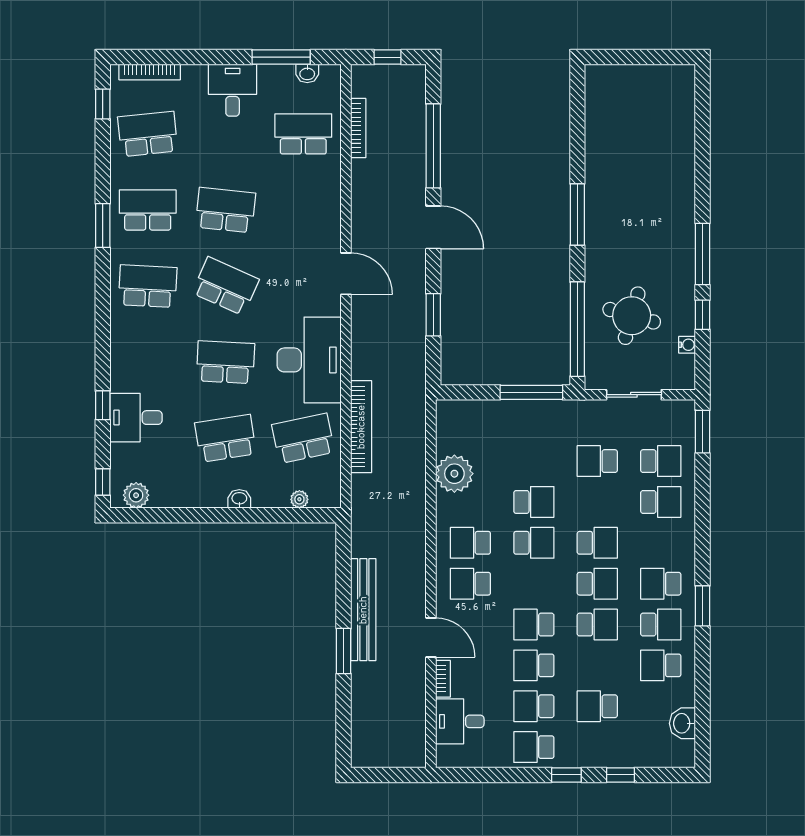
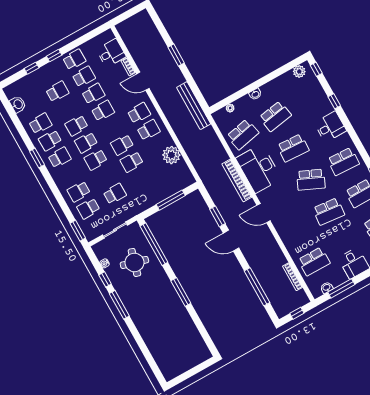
door: (433, 227) -> (231, 241), moved
window: (531, 392) -> (171, 200), moved
desk: (136, 418) -> (330, 127), moved
bookcase: (361, 427) -> (237, 180), moved
bench: (363, 610) -> (194, 106), moved

